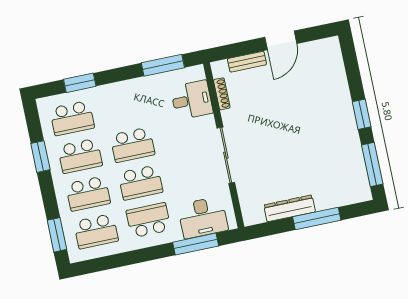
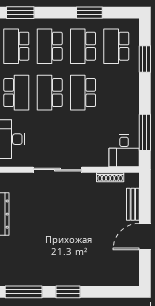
door: (281, 40) -> (145, 236), hinge flipped
desk: (192, 100) -> (124, 151), moved

